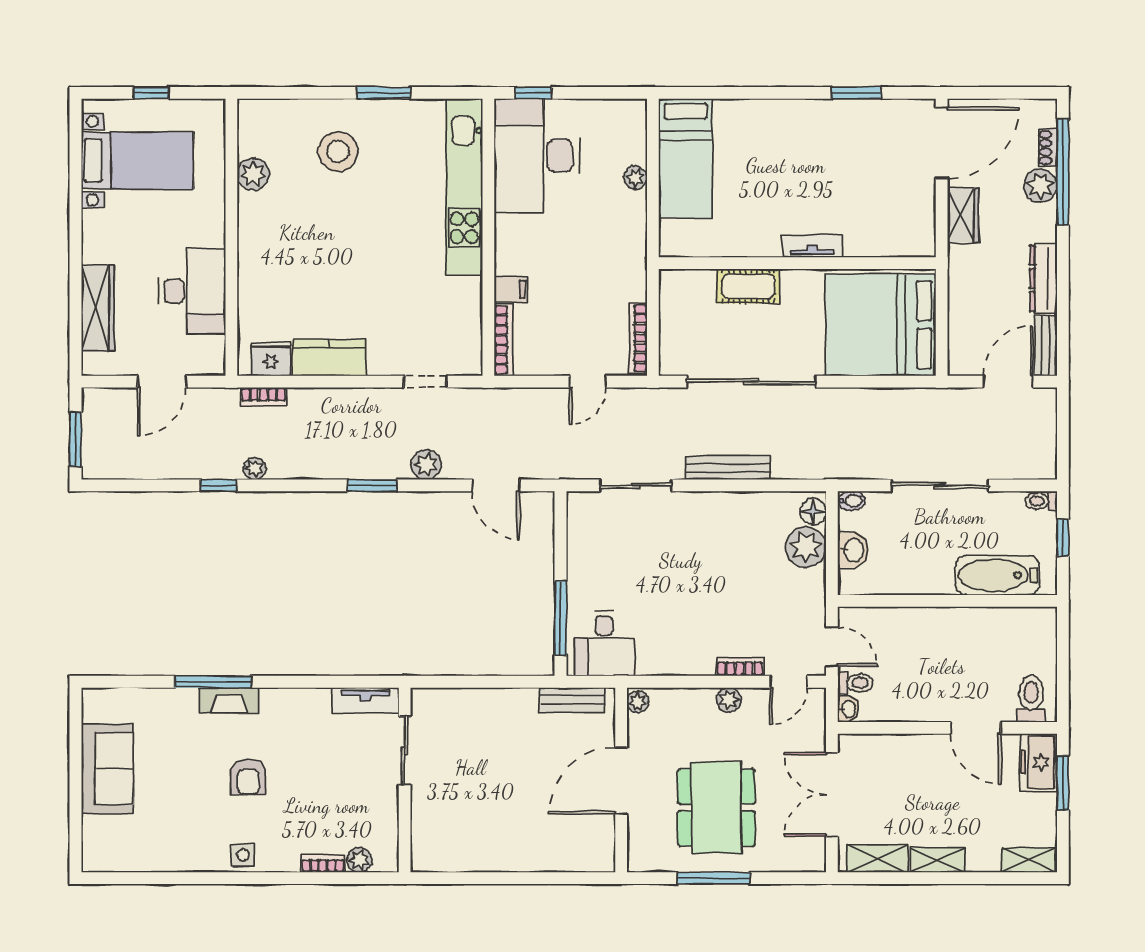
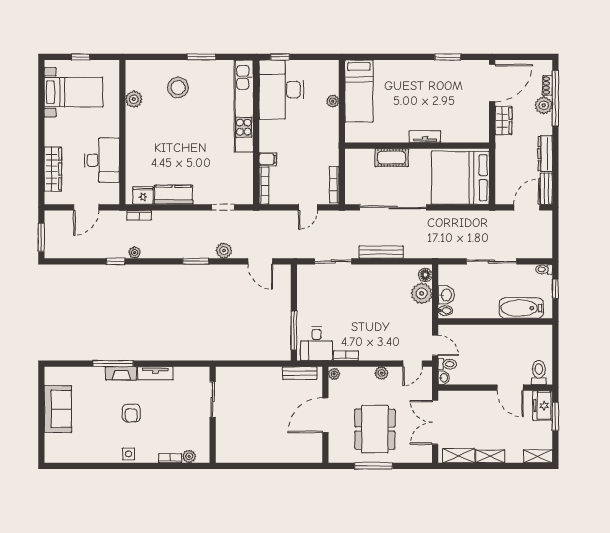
bidet: (852, 501) -> (445, 311), moved
bookcase: (740, 666) -> (346, 356), moved
tv unit: (365, 700) -> (155, 373), moved

